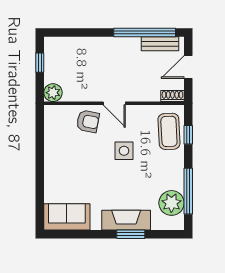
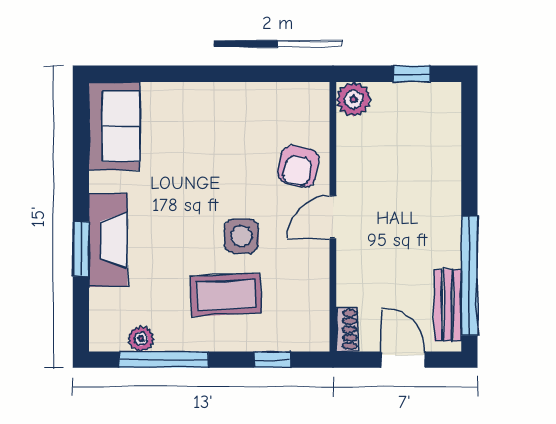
coffee table: (169, 131) -> (226, 295), moved
plant: (171, 203) -> (141, 339), width x0.53, depth x0.53

